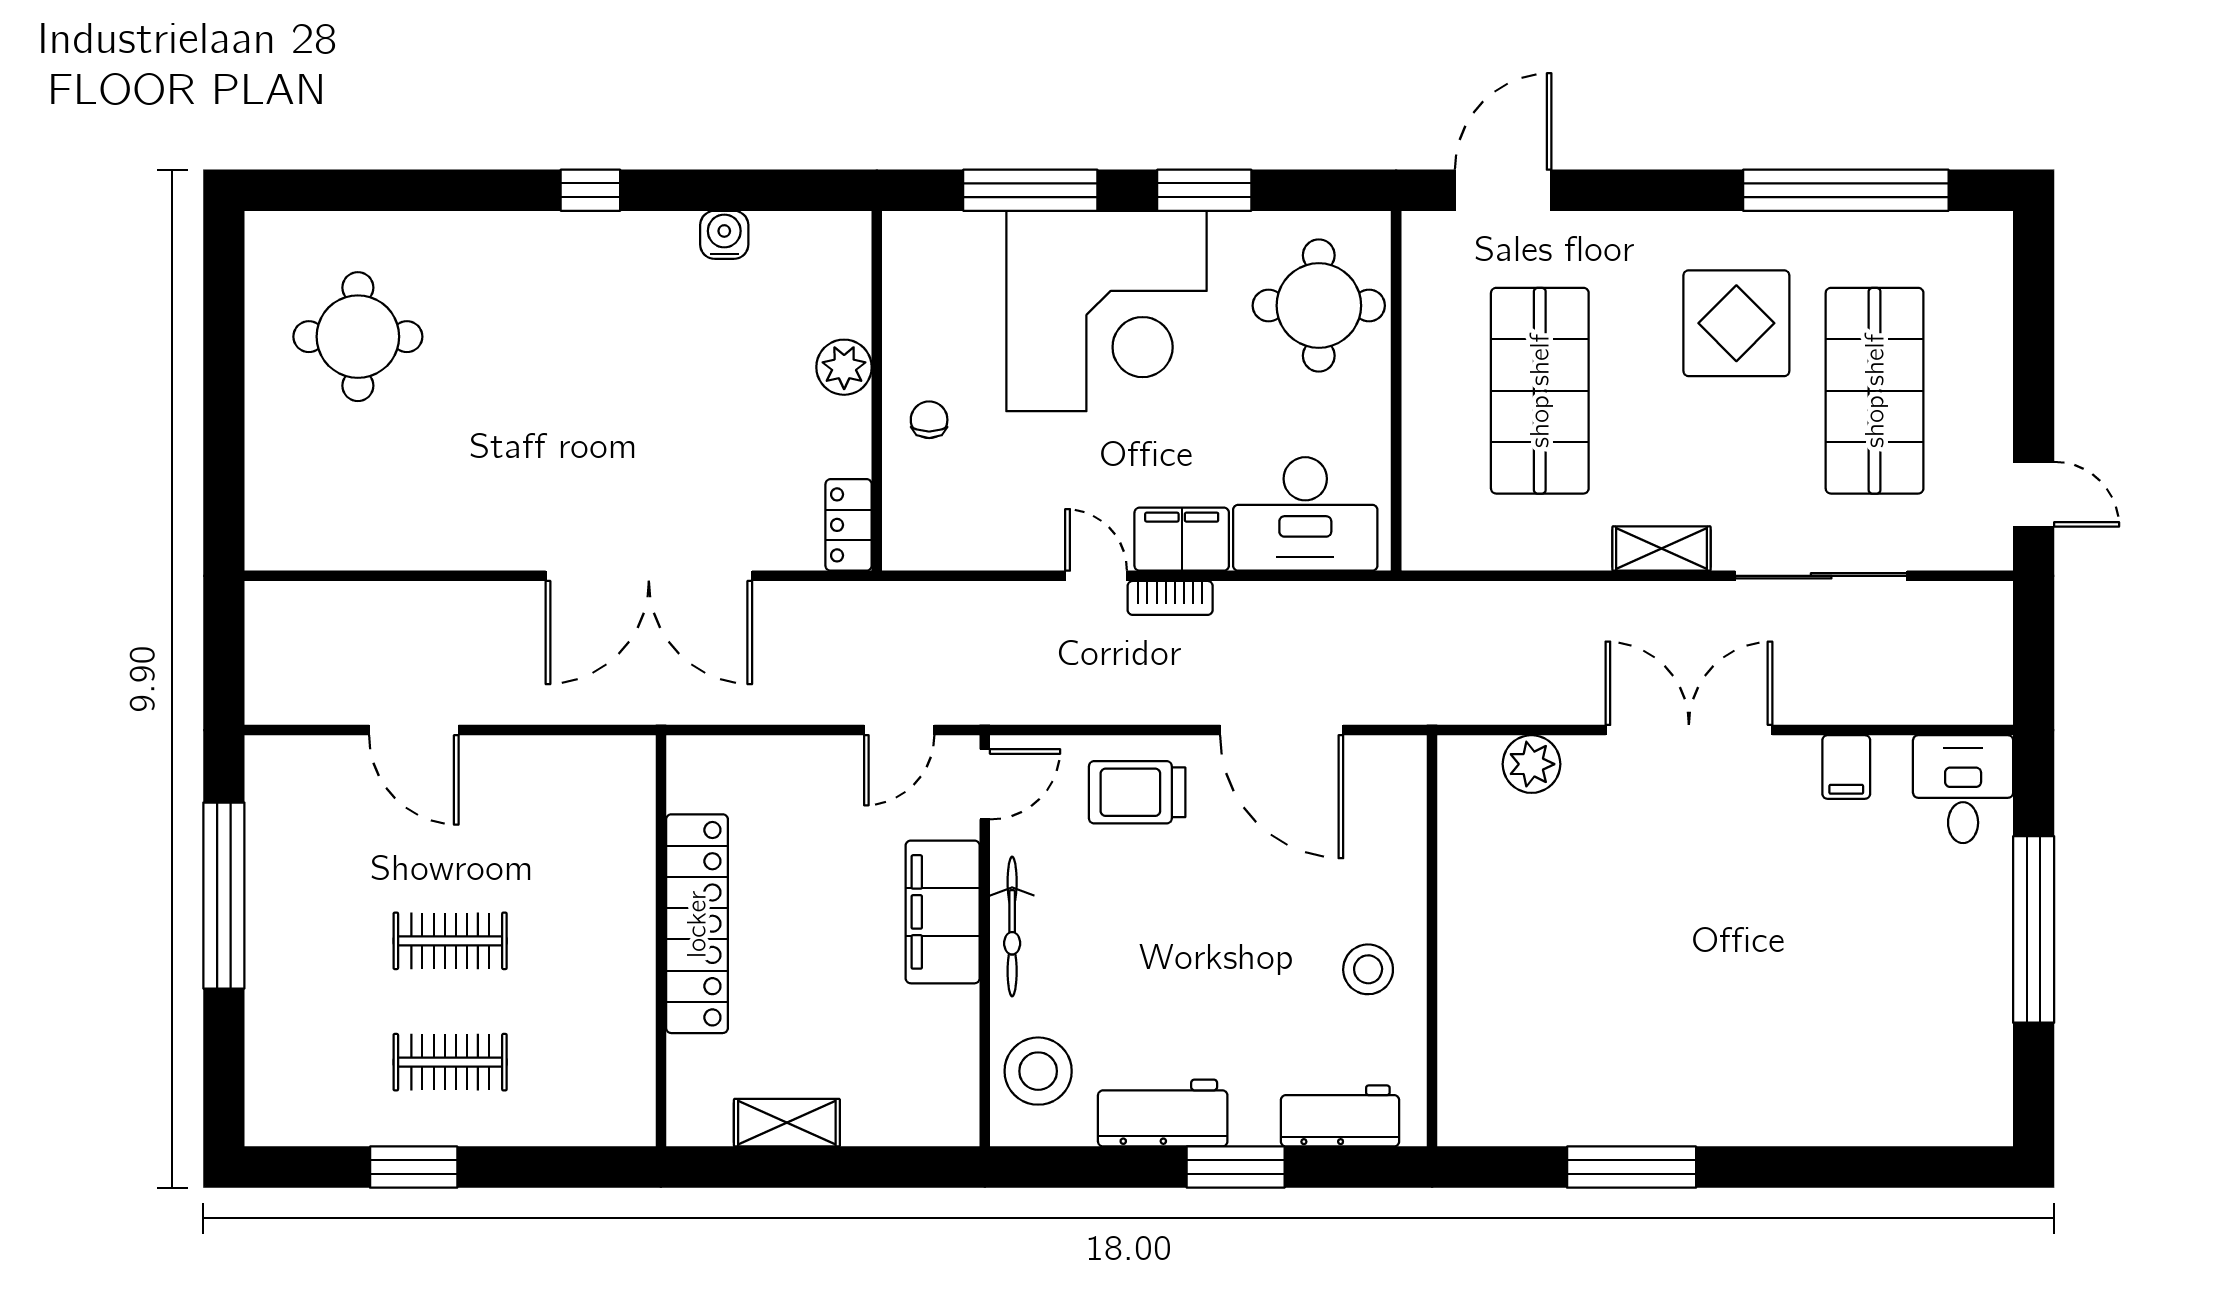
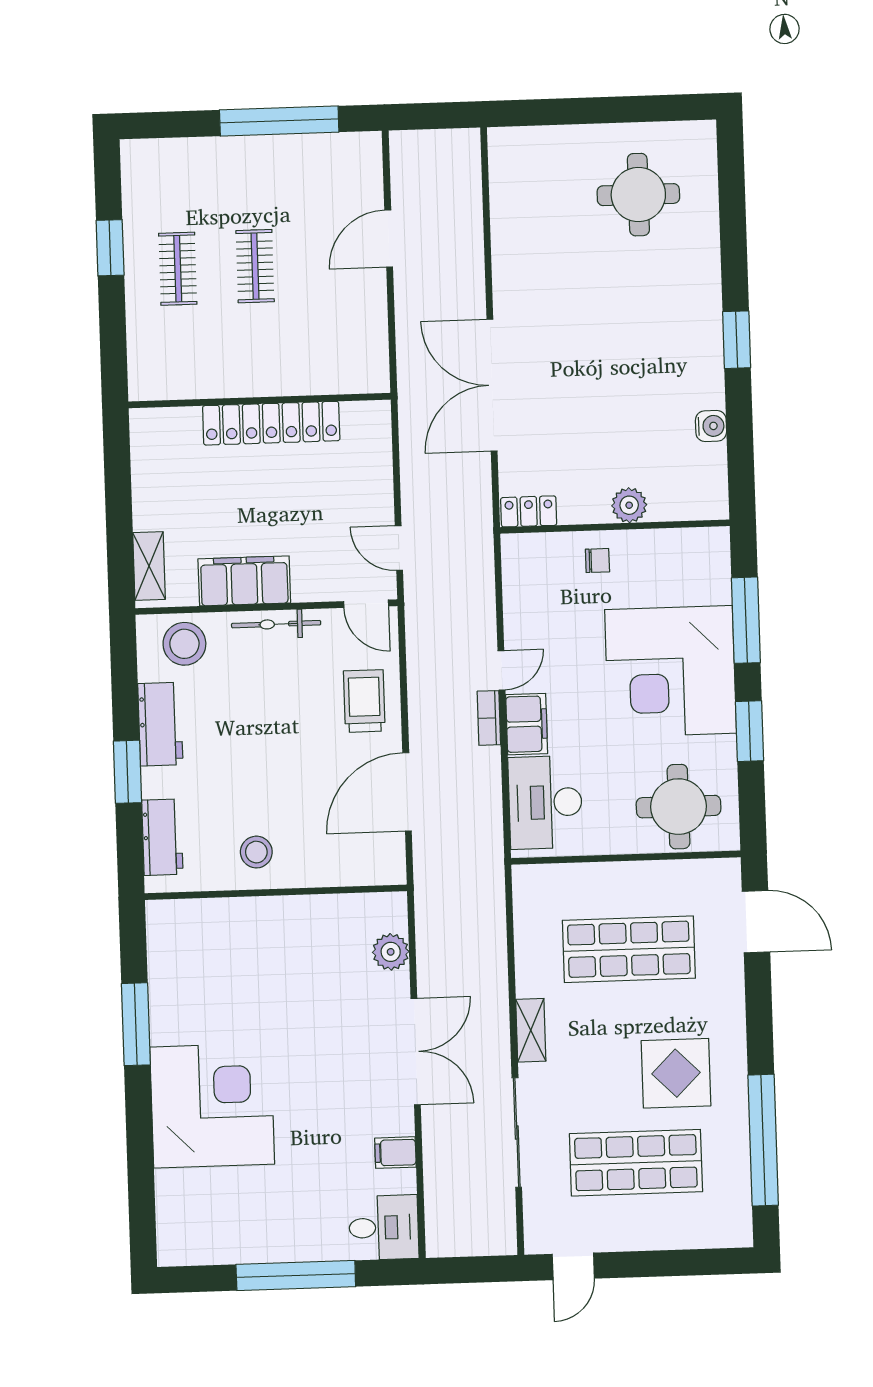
window: (590, 190) -> (737, 340), width x1.50
filing cabinet: (943, 912) -> (244, 581), moved
corner desk: (1763, 1052) -> (212, 1106), added
shelving: (787, 1123) -> (149, 566), moved

